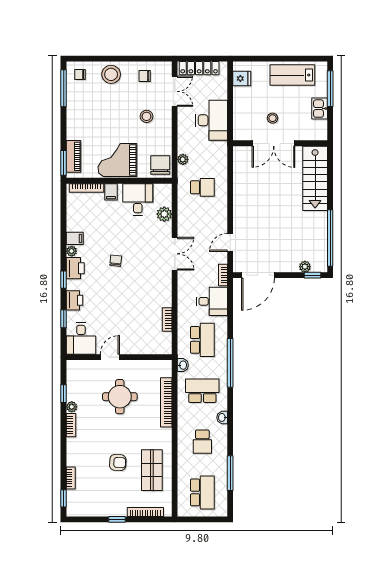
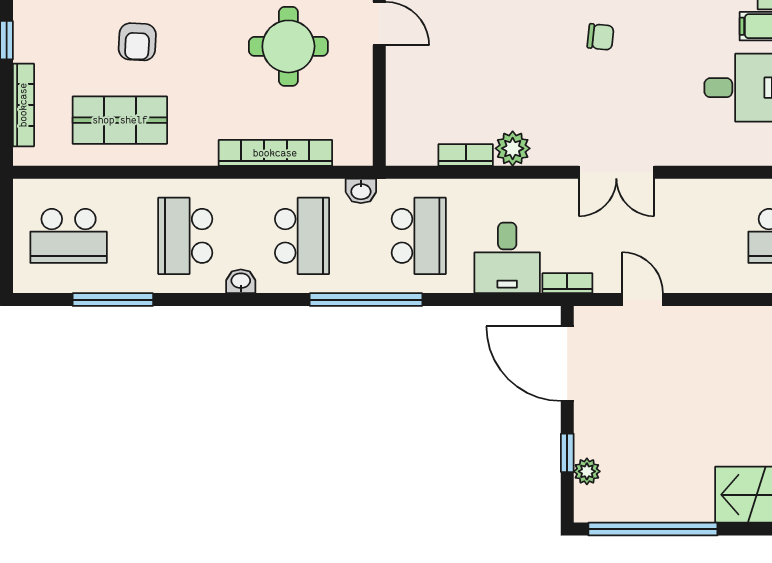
plant: (164, 214) -> (513, 148), moved
window: (312, 275) -> (567, 453), moved
school desk: (202, 340) -> (419, 236), turned -90
school desk: (202, 442) -> (185, 236), width x1.85

